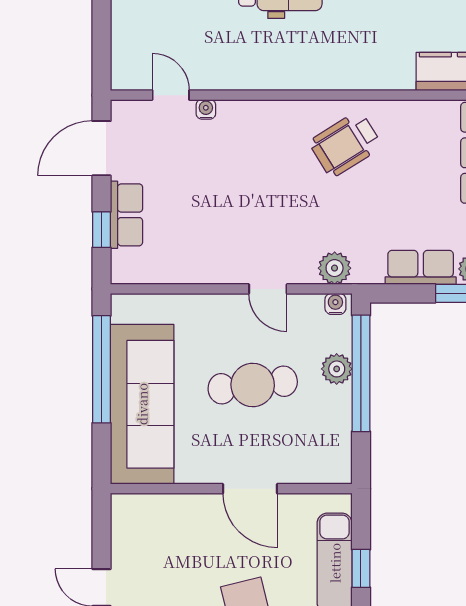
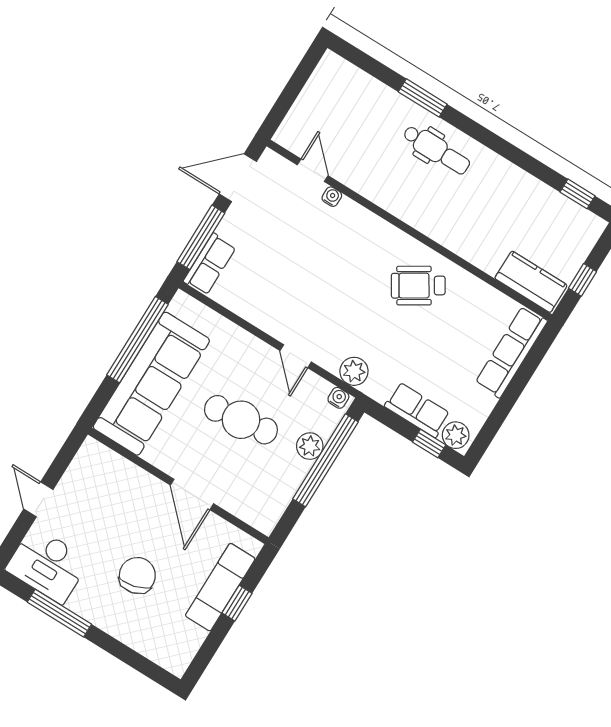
row of seats: (127, 215) -> (210, 264), moved
window: (102, 230) -> (201, 237), width x2.17

